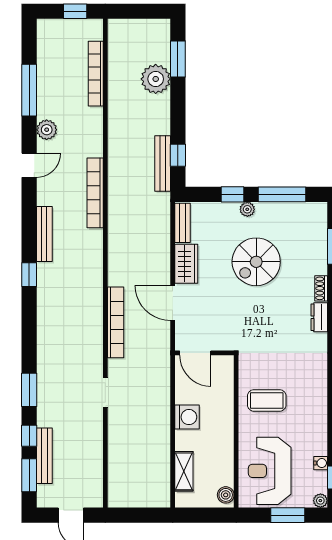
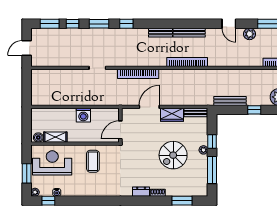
window: (178, 155) -> (254, 110), moved
bookcase: (95, 193) -> (187, 62), moved
spiral stairs: (256, 262) -> (173, 155), turned -90
window: (29, 275) -> (126, 24), moved
door: (195, 353) -> (120, 130), moved
bench: (44, 456) -> (161, 33), moved, width x0.73
shelving: (184, 471) -> (55, 137), moved

